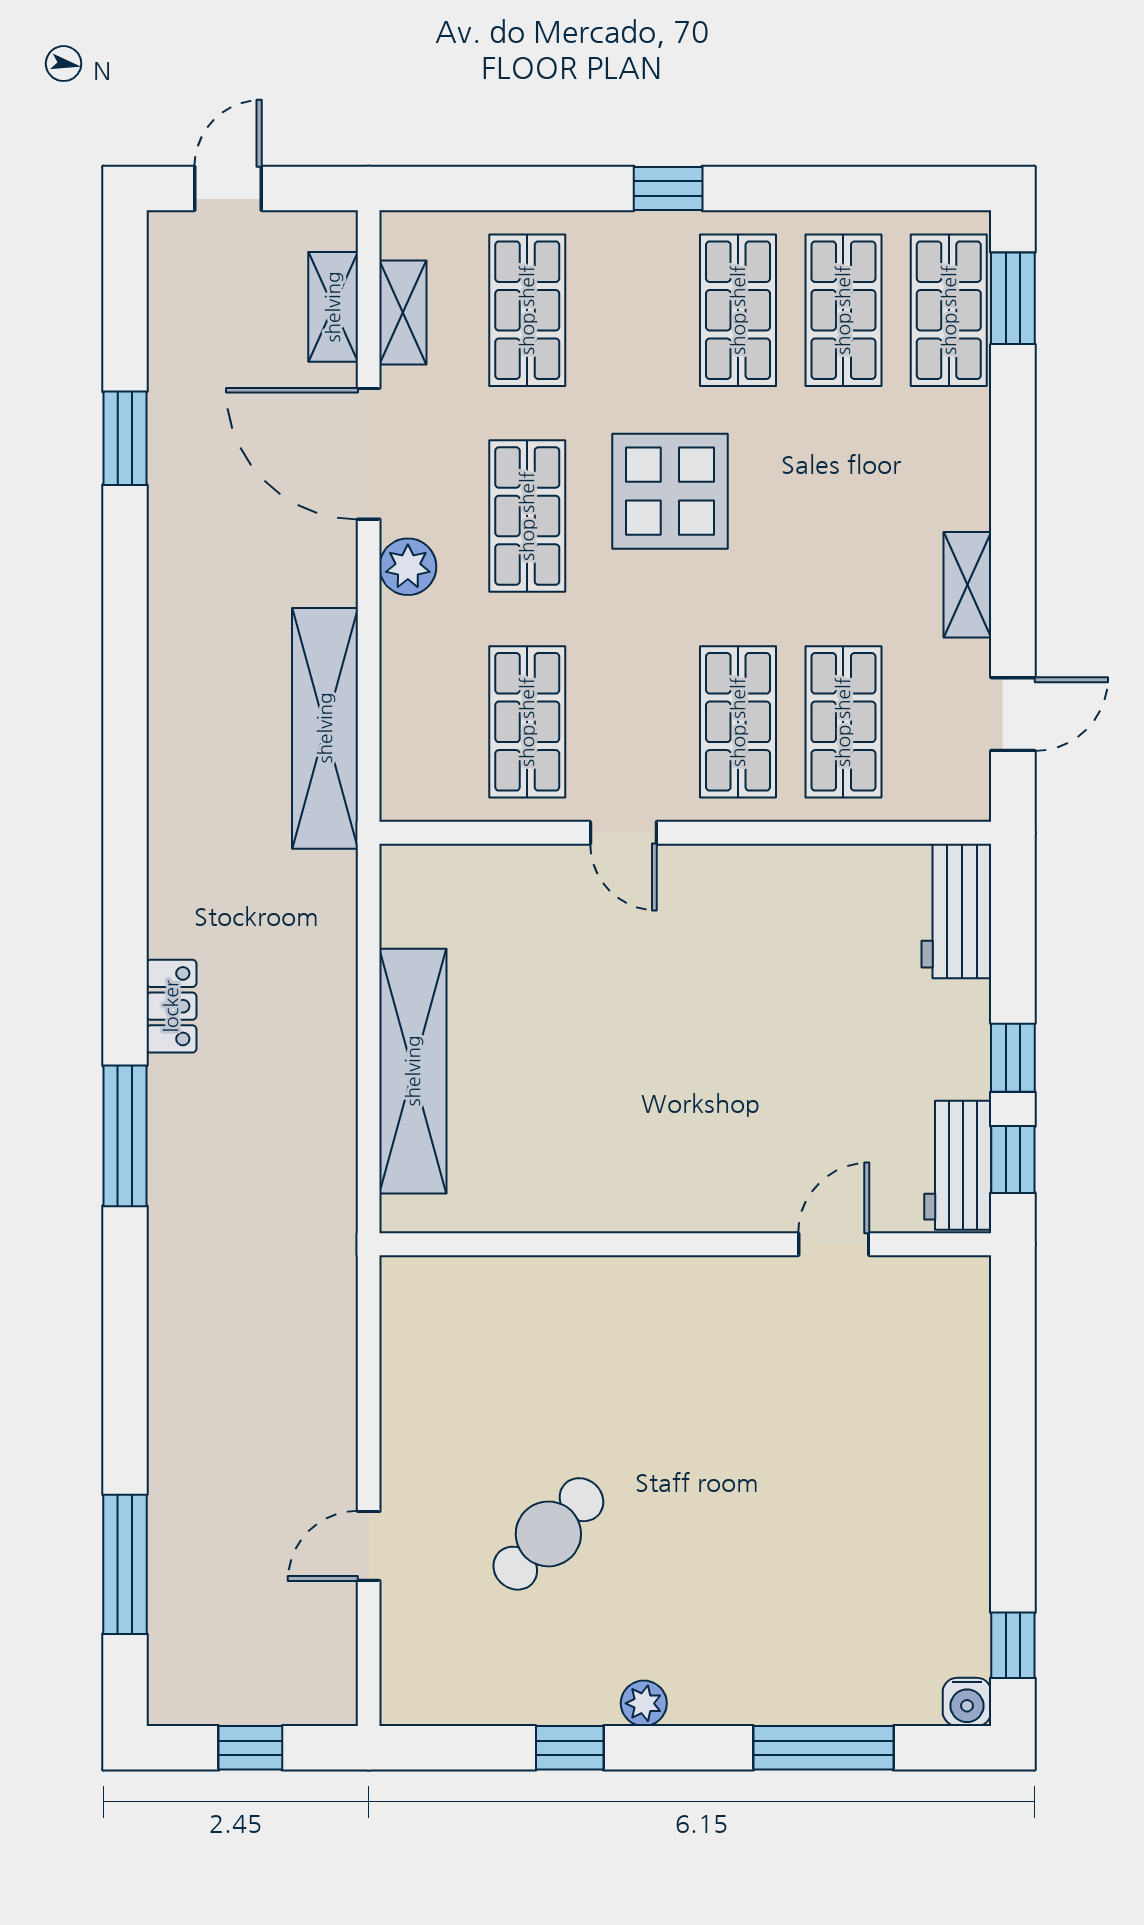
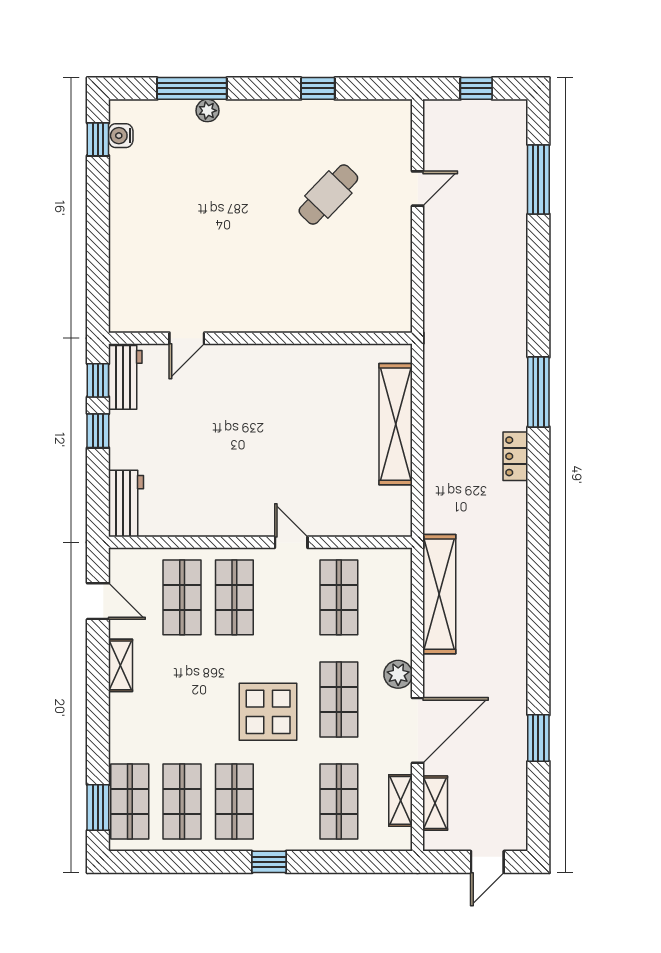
door: (369, 454) -> (418, 730), hinge flipped
door: (1013, 714) -> (98, 601), swing flipped
water cooler: (967, 1702) -> (121, 136), moved, turned -90
plant: (644, 1703) -> (207, 111), moved

